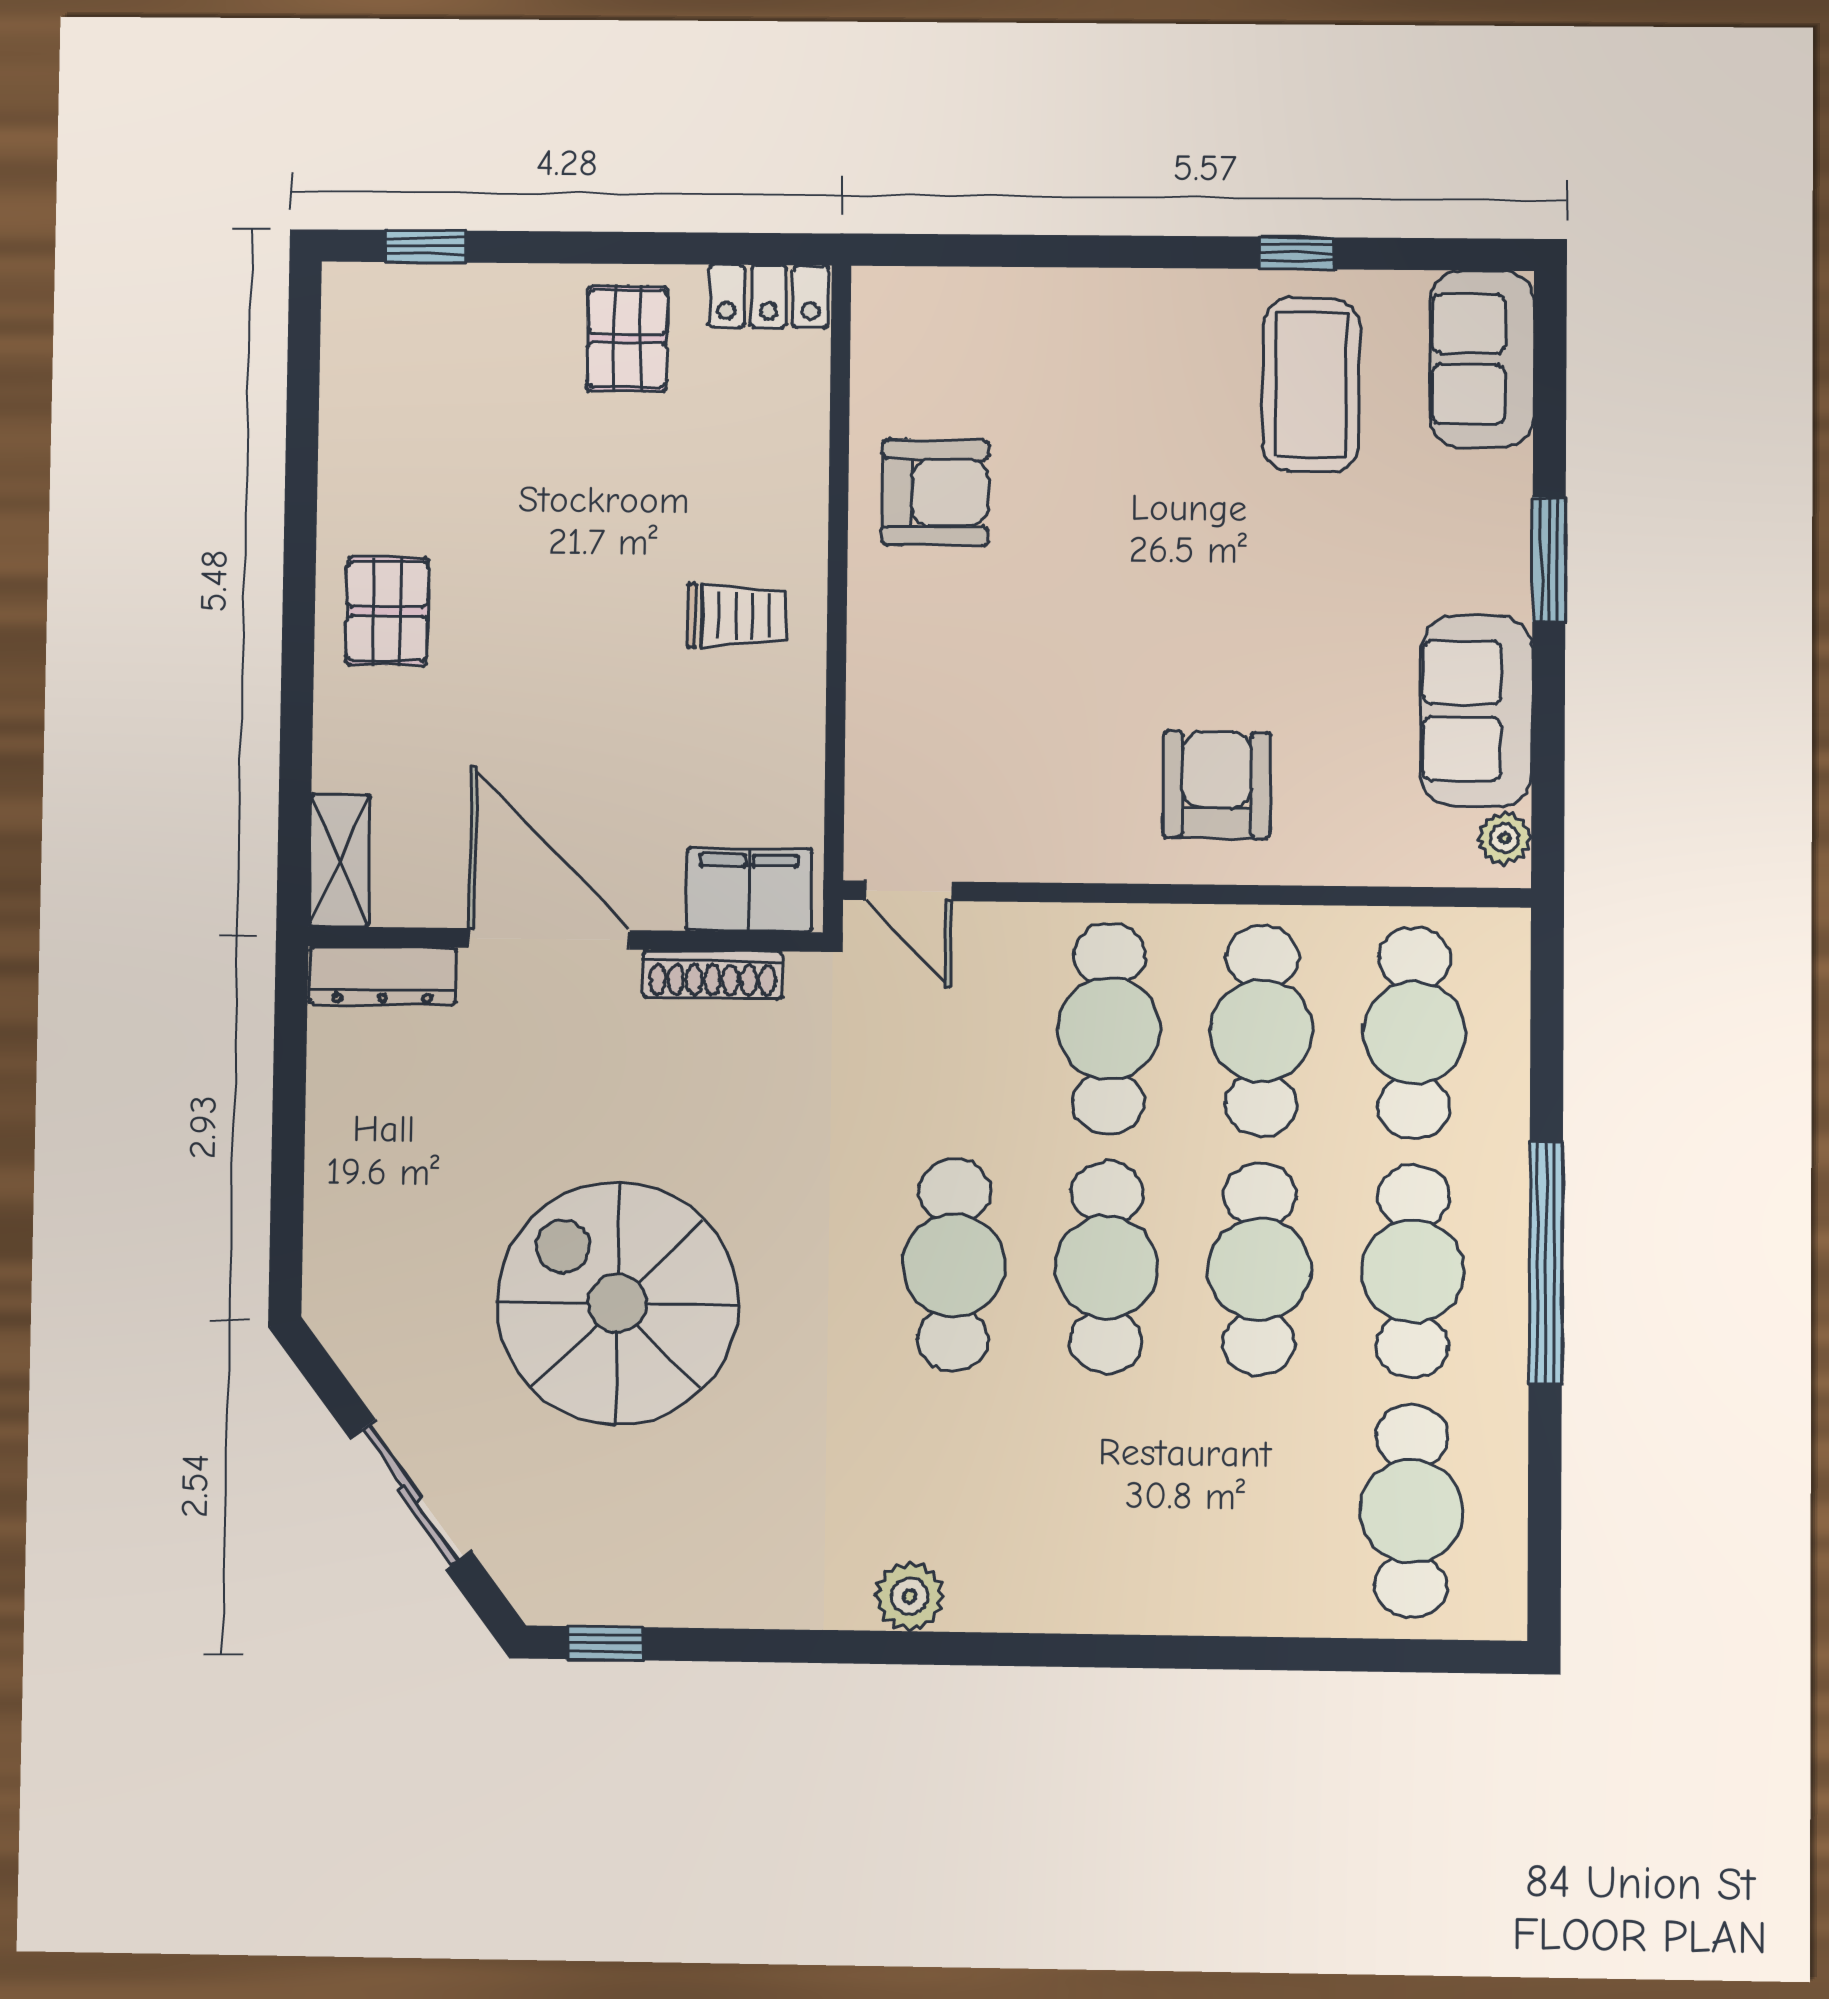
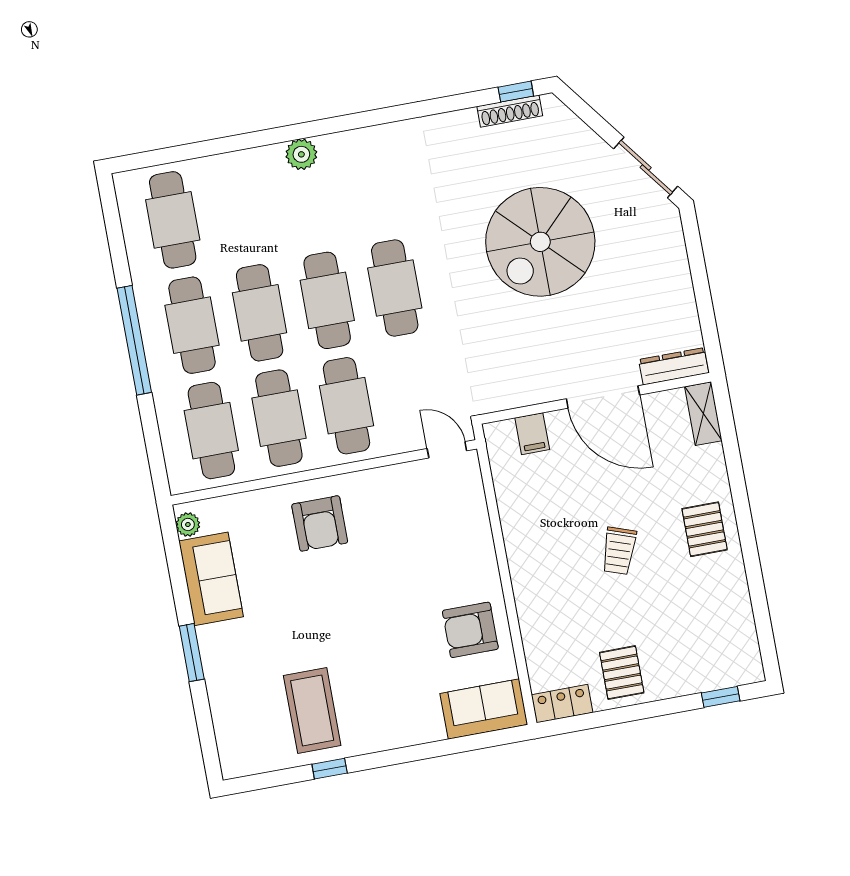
sofa: (1482, 359) -> (484, 709), moved, turned -90
trolley: (737, 616) -> (619, 551), moved, turned -71
filing cabinet: (749, 890) -> (532, 434), width x0.50
shoe rack: (712, 974) -> (510, 111), moved, turned 180
spiral stairs: (617, 1303) -> (540, 242), turned 90
sliding door: (410, 1495) -> (646, 167), moved
plant: (909, 1596) -> (301, 154), moved

